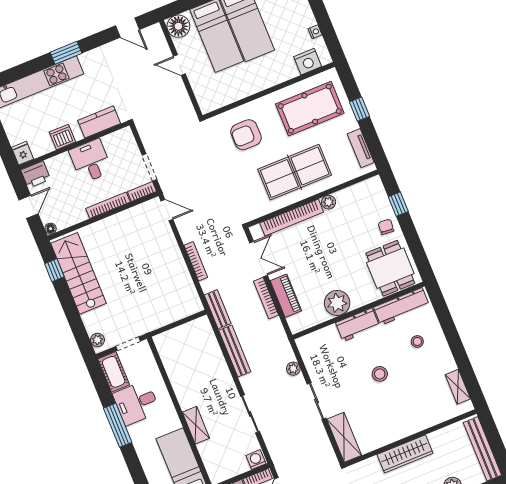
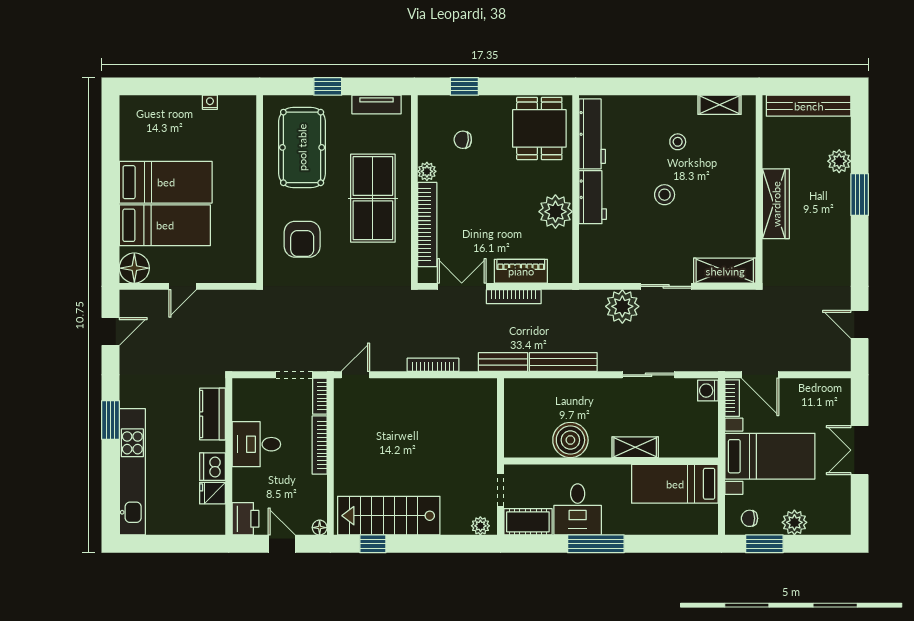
nightstand: (308, 62) -> (243, 126), removed
fridge: (23, 153) -> (212, 493), moved
chair: (386, 227) -> (463, 140), moved
dining table: (390, 268) -> (539, 128), turned 90
stool: (417, 341) -> (678, 142), moved
plant: (293, 369) -> (622, 306), width x1.88, depth x1.88
boiler: (183, 378) -> (570, 440), added

